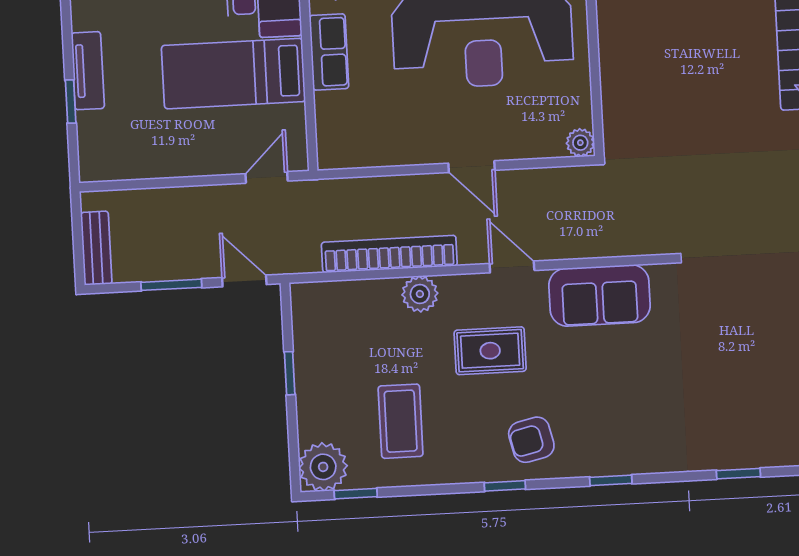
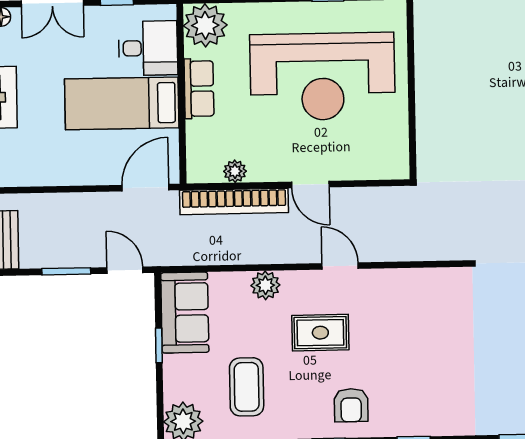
plant: (580, 143) -> (235, 171), moved
door: (267, 177) -> (146, 188), width x1.38
bookcase: (389, 254) -> (234, 201), moved, turned 180
sofa: (600, 295) -> (185, 313), moved, turned -90
armchair: (531, 440) -> (351, 405), turned -77

